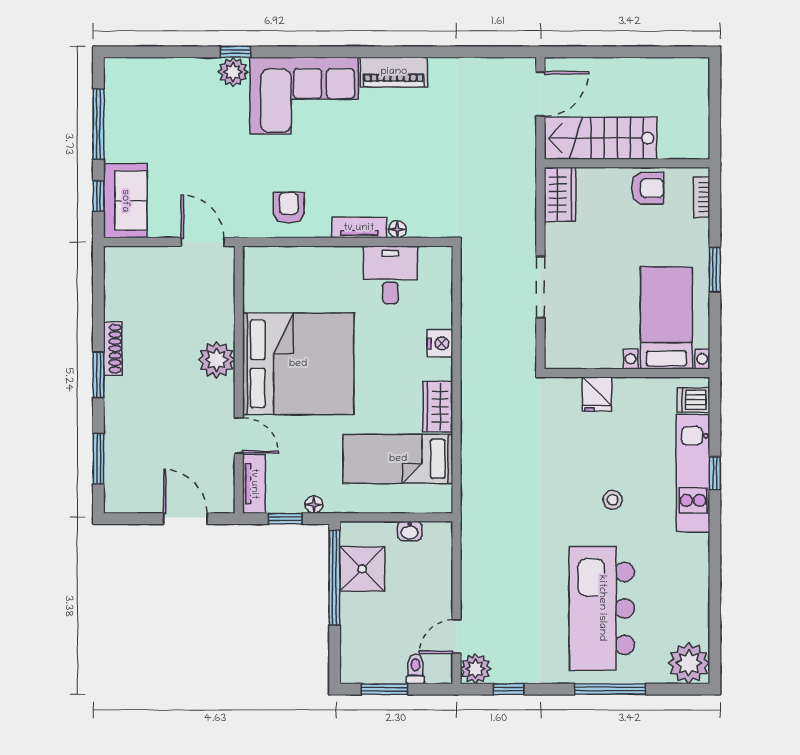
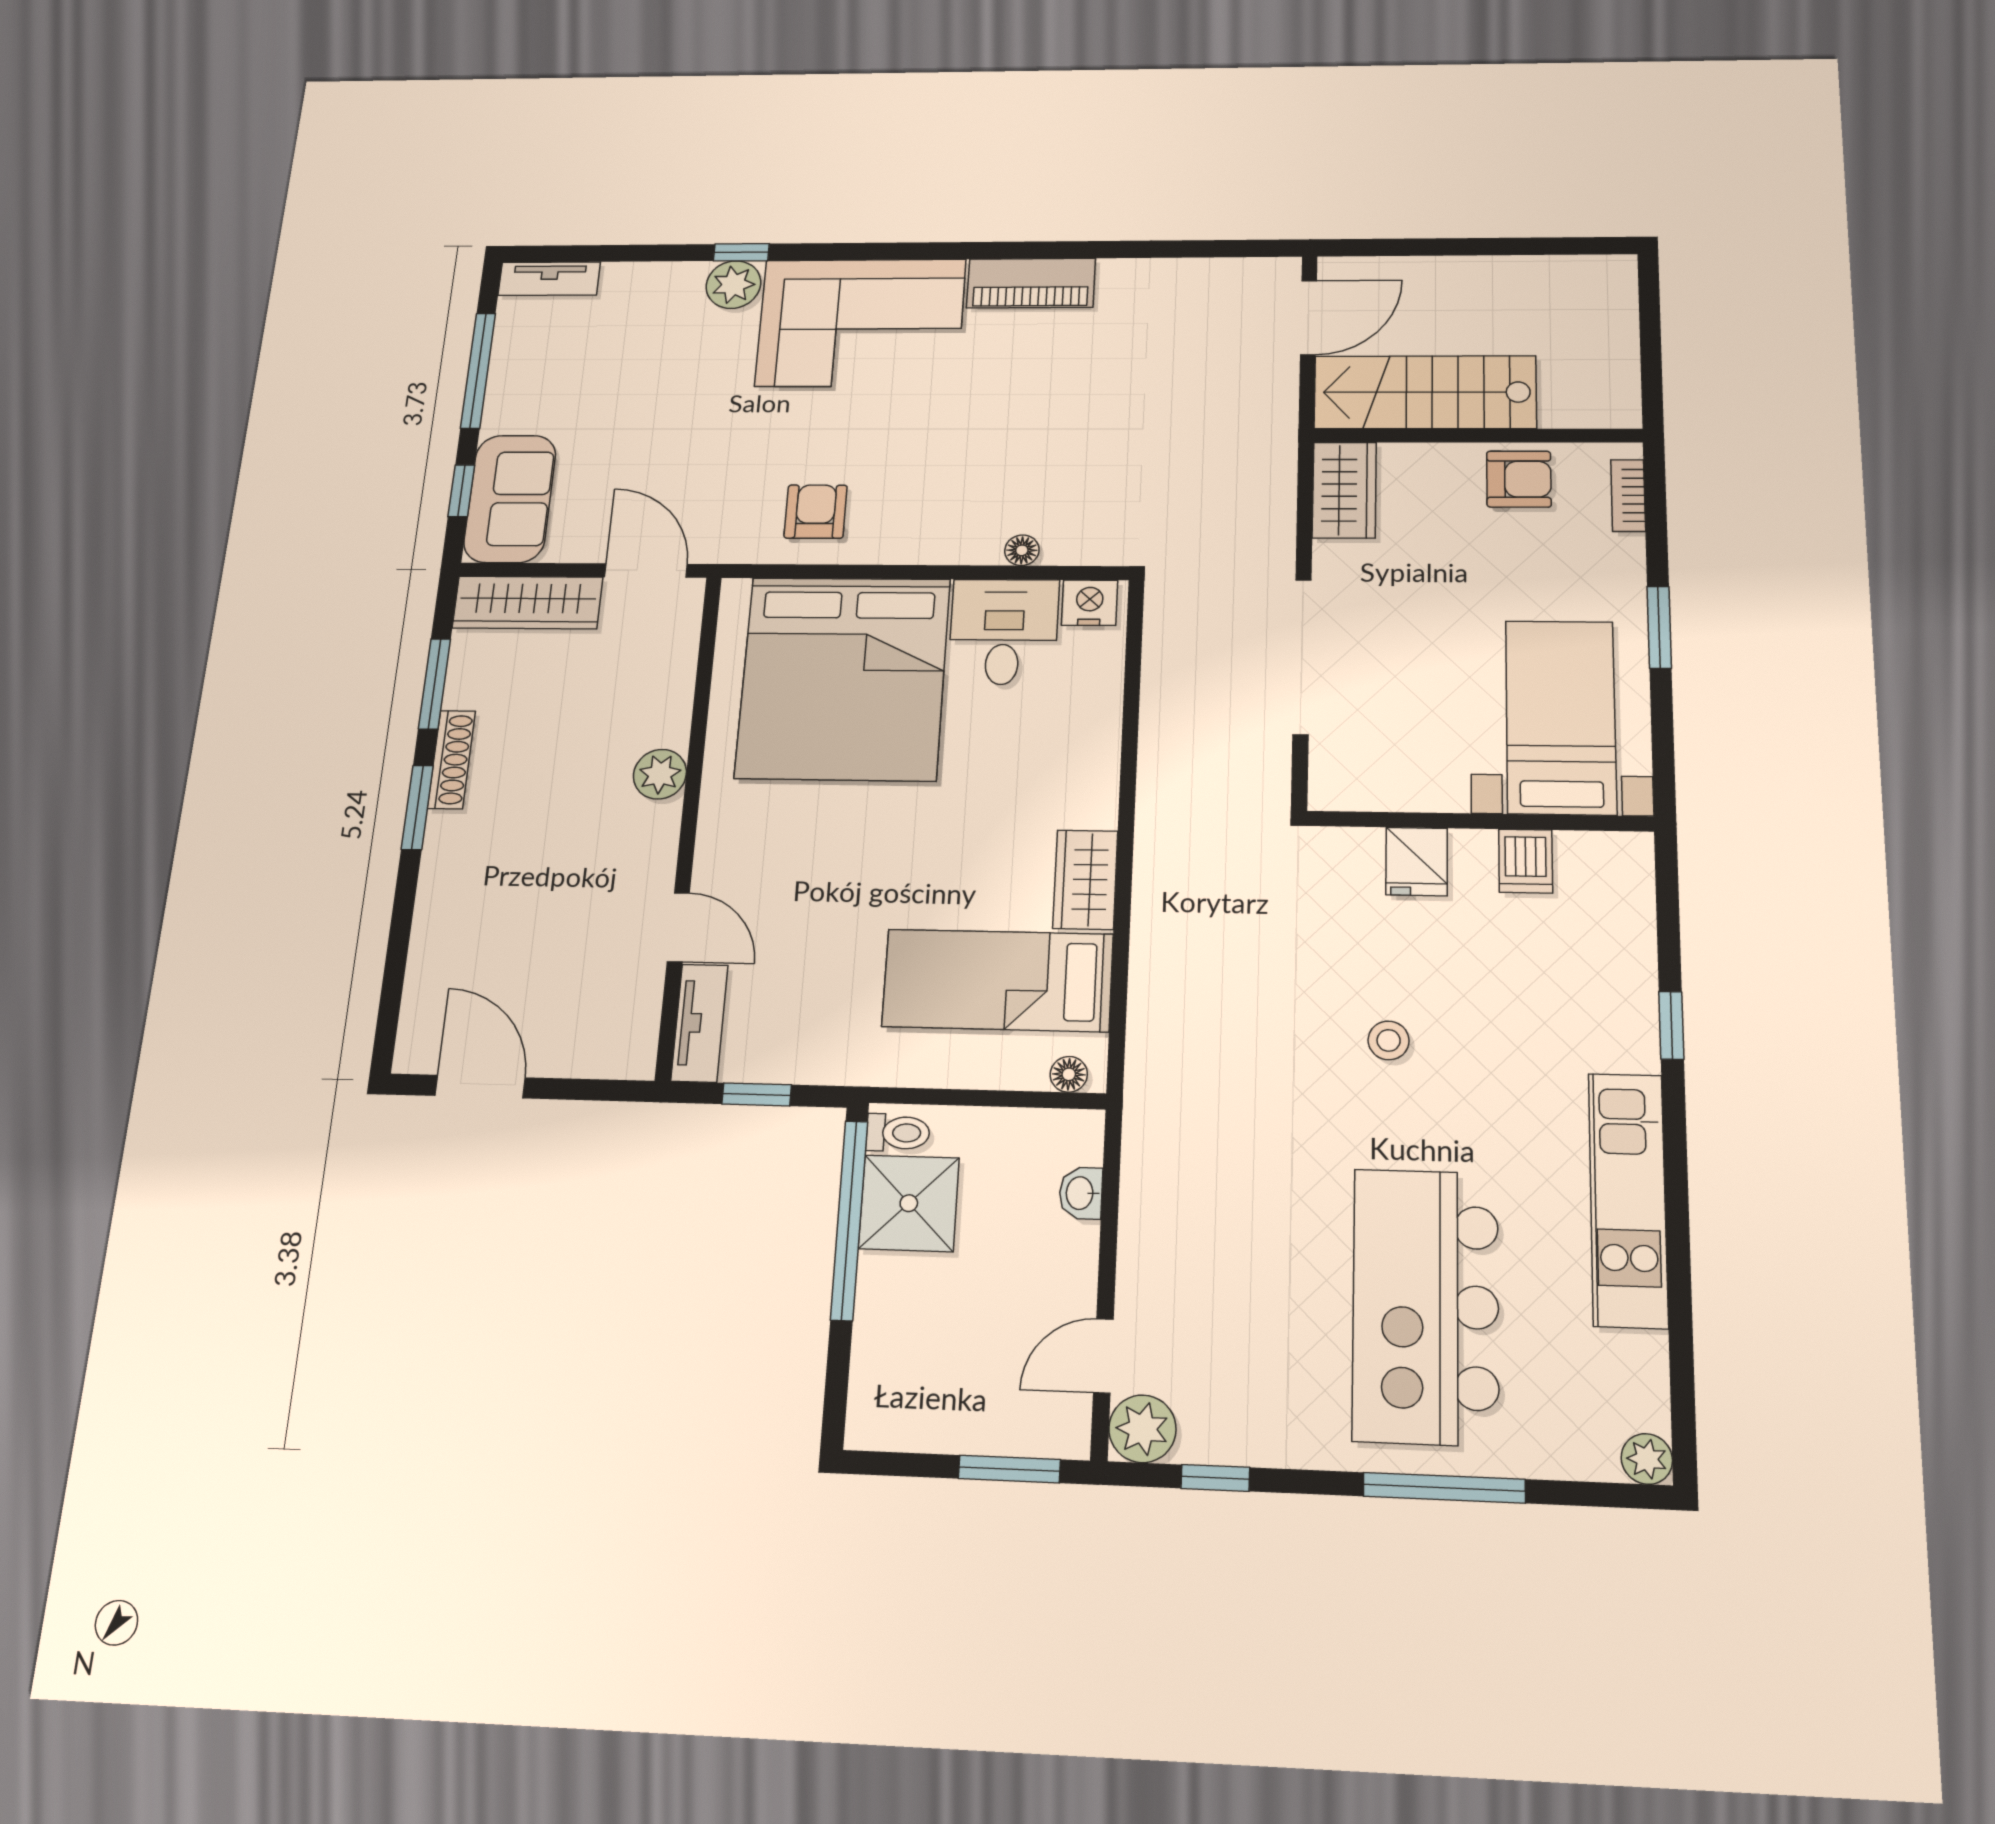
tv unit: (359, 228) -> (549, 279), moved, turned 180
wardrobe: (142, 261) -> (528, 603), added
doorway: (540, 287) -> (1302, 656), width x1.36
nightstand: (440, 343) -> (1090, 603), moved, turned -90
plant: (217, 360) -> (660, 774), width x0.73, depth x0.73
bed: (298, 364) -> (843, 678), moved, turned 90
dishwasher: (693, 400) -> (1526, 861), moved, turned -90
window: (98, 459) -> (434, 684), moved
kitchen unit: (693, 473) -> (1628, 1199), moved
stool: (613, 500) -> (1389, 1040), moved
floor lamp: (314, 505) -> (1069, 1074), moved
door: (185, 519) -> (480, 1087), moved
washbasin: (410, 531) -> (1081, 1193), moved, turned 90
plant: (689, 663) -> (1647, 1459), width x0.53, depth x0.53
toilet: (415, 669) -> (898, 1133), moved, turned 90
window: (385, 689) -> (1009, 1469), moved

